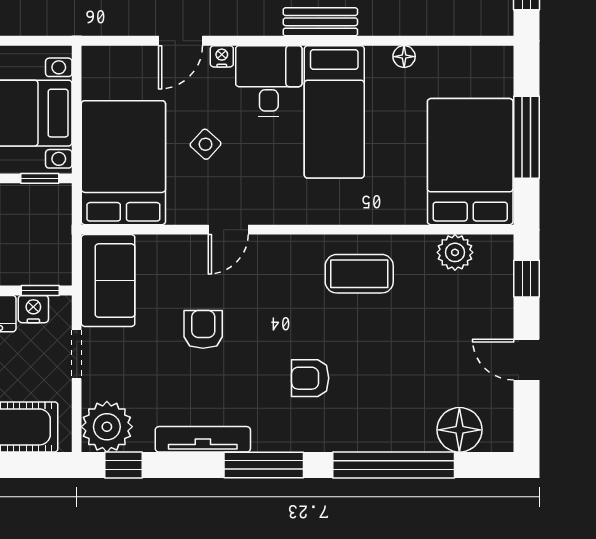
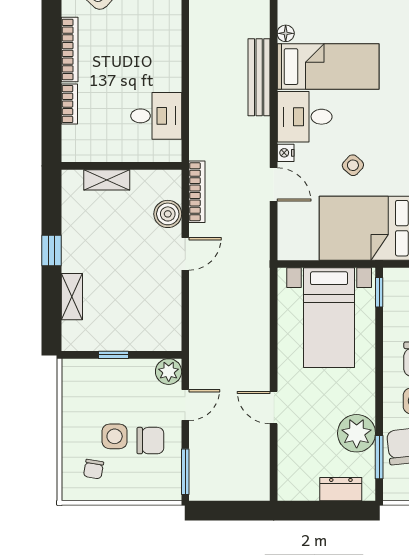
bench: (320, 22) -> (259, 77), width x1.36
floor lamp: (404, 57) -> (286, 33), moved

